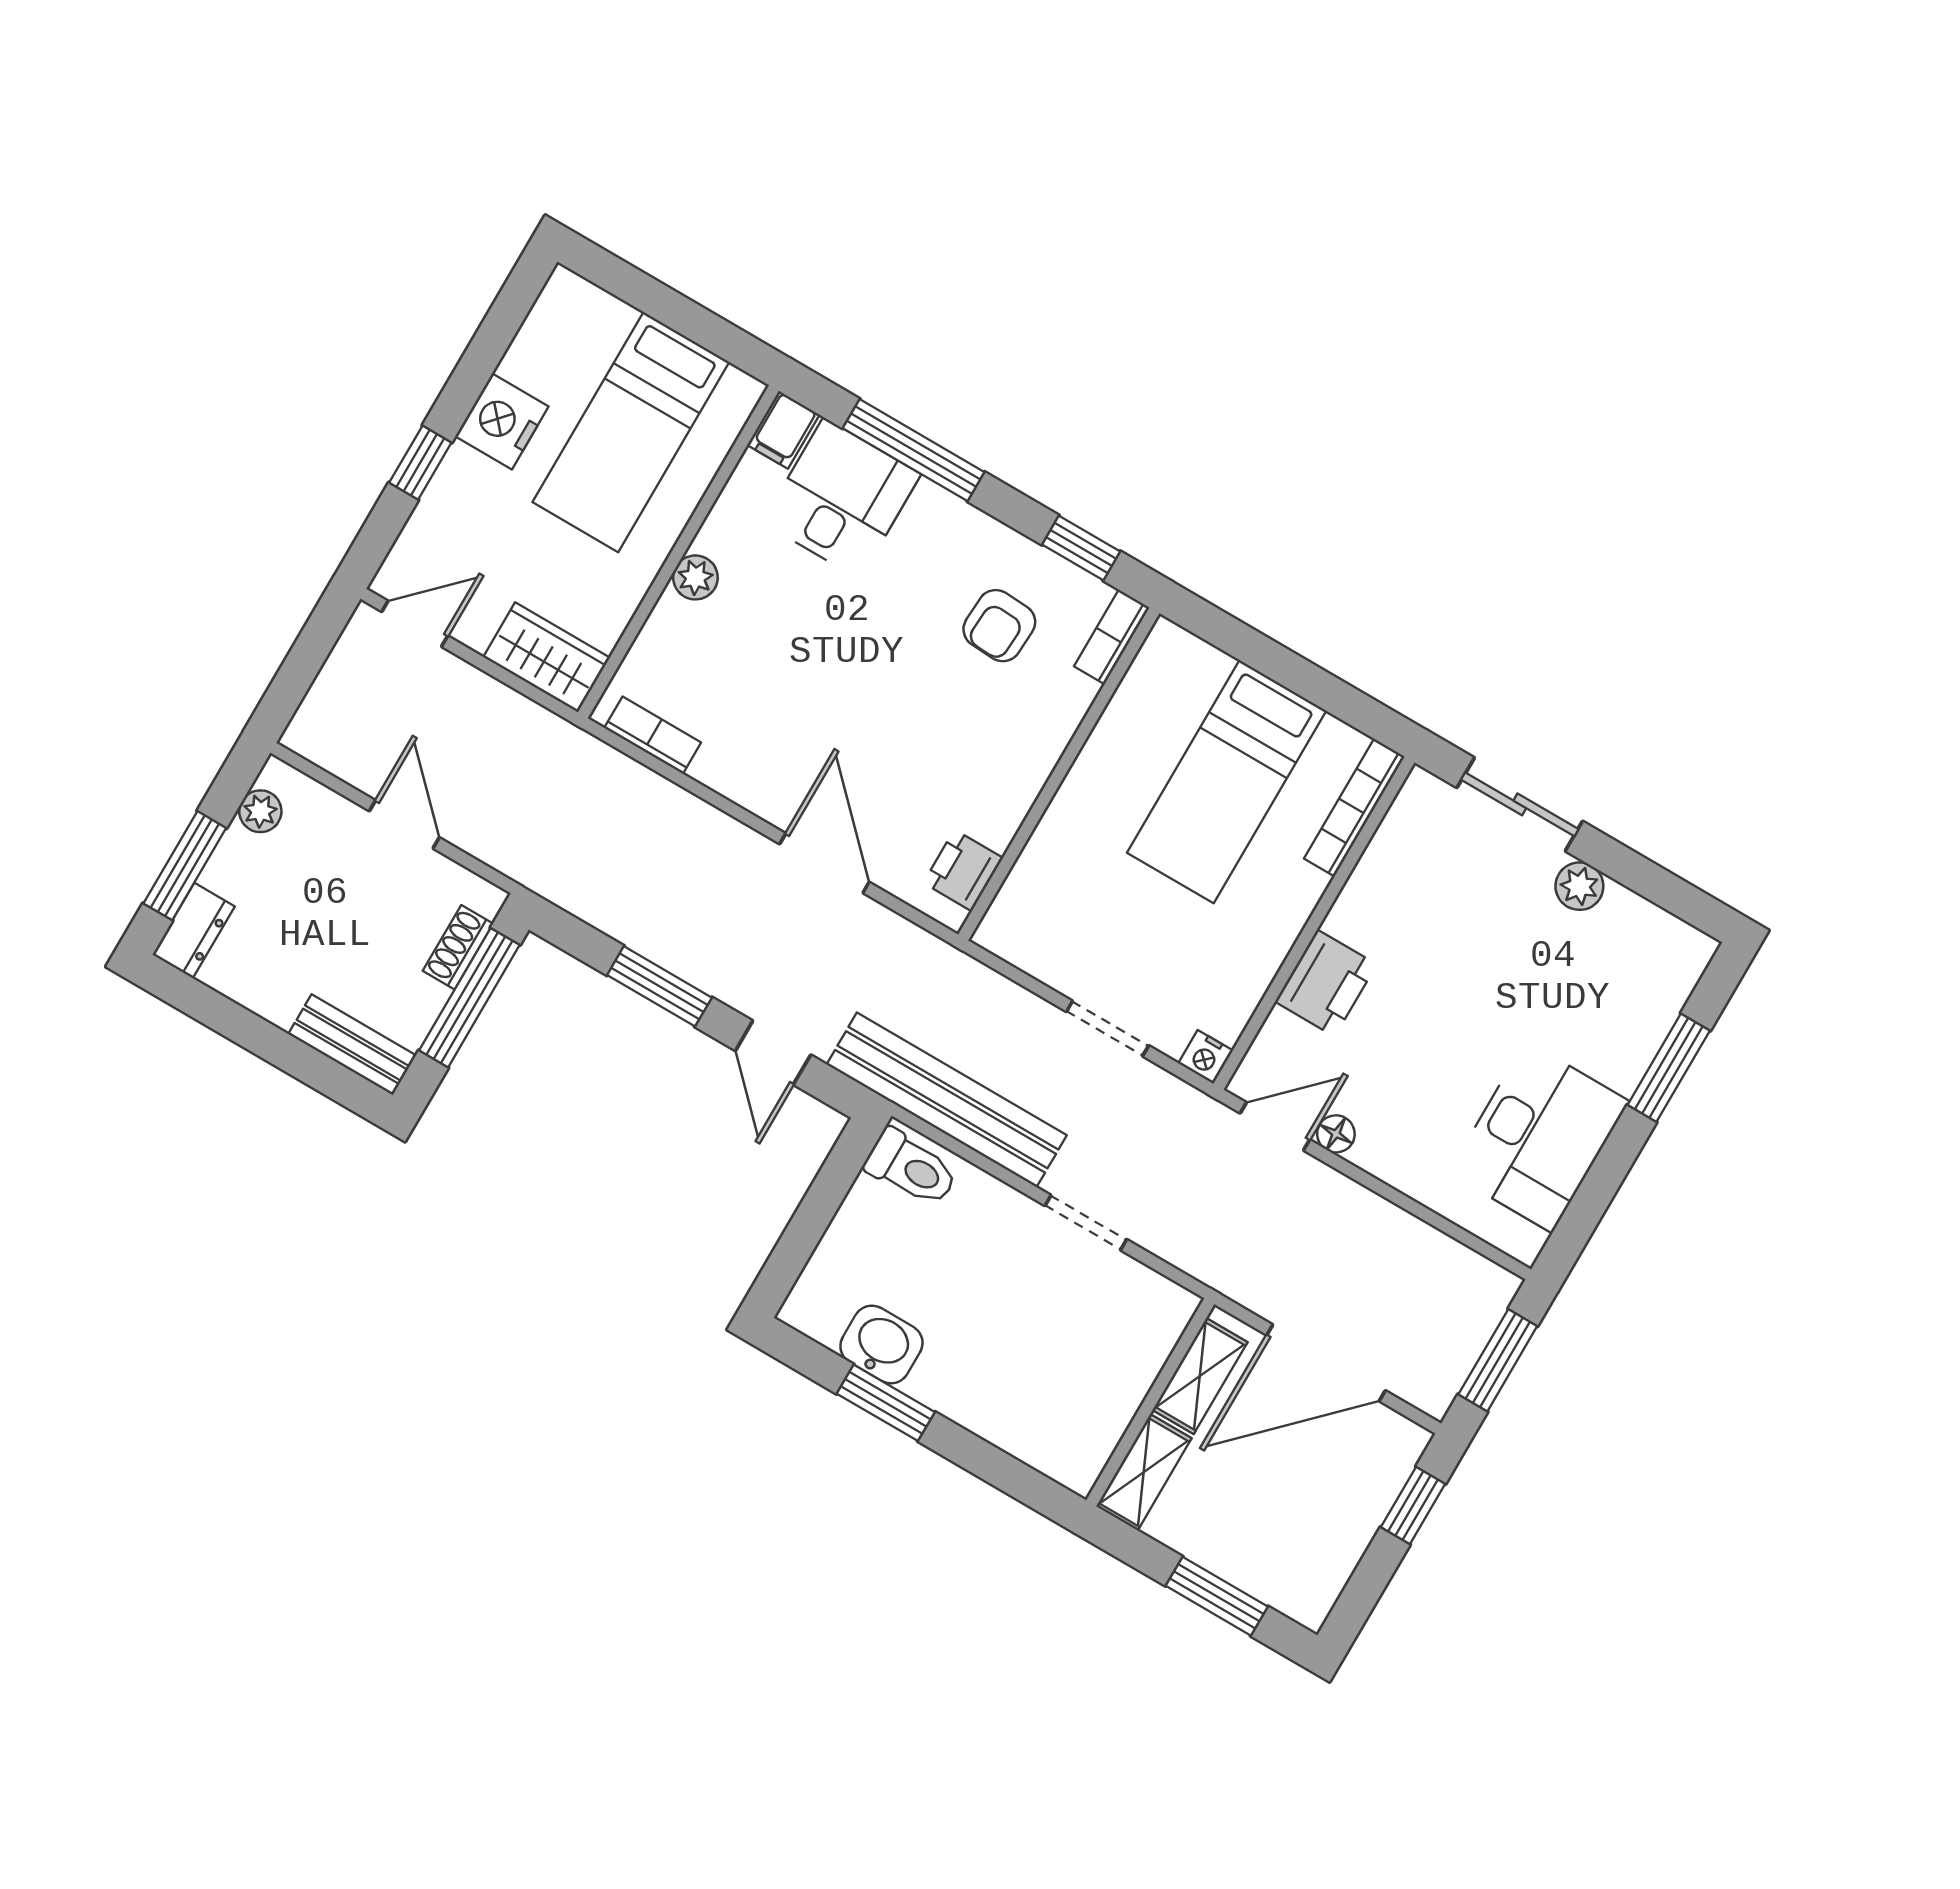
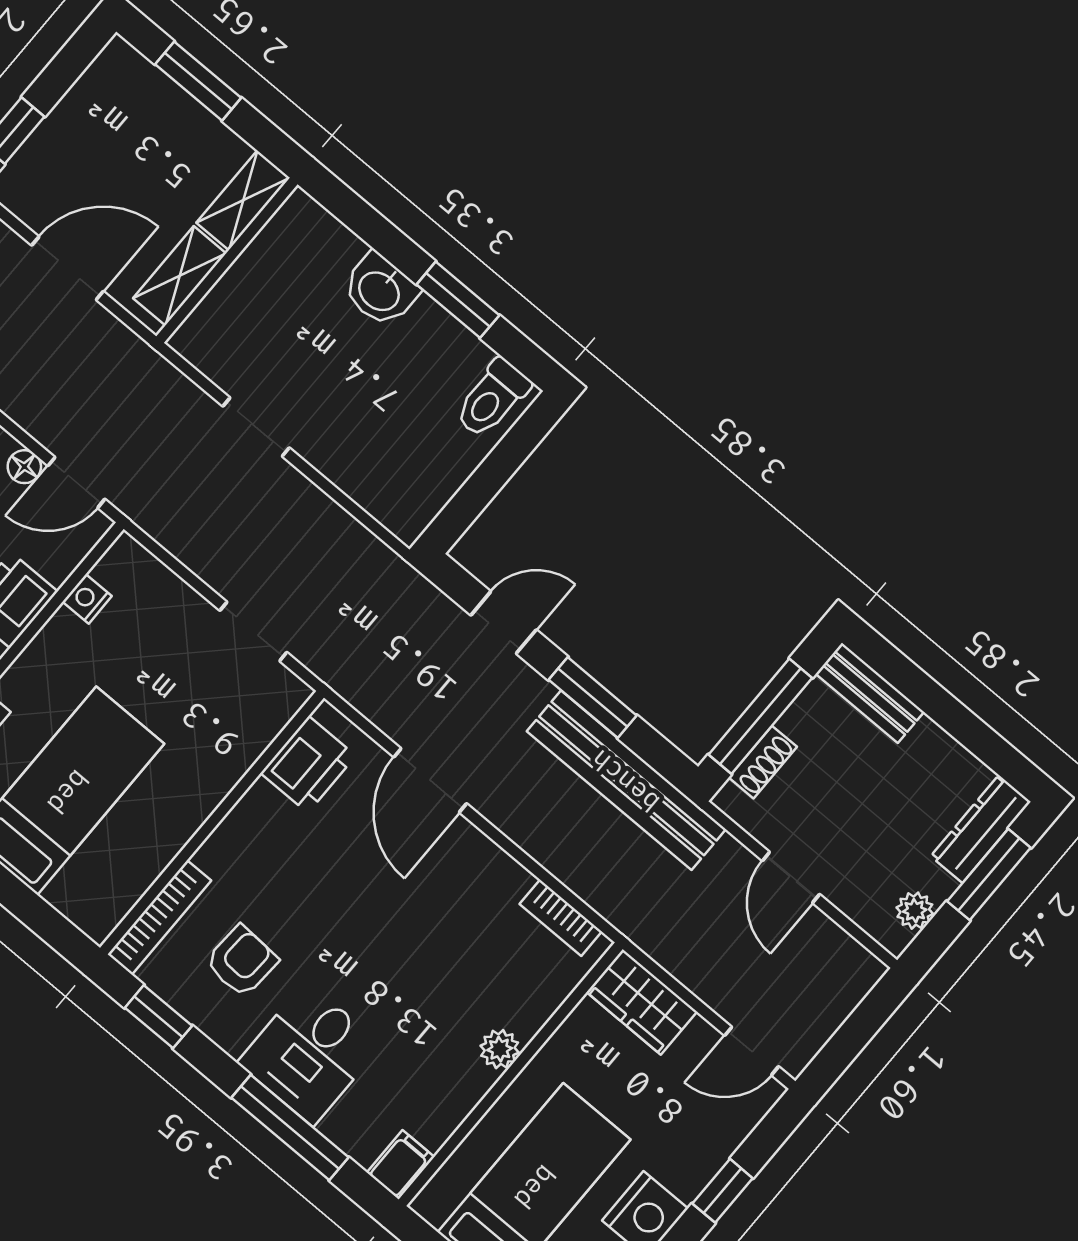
desk: (842, 498) -> (310, 1054), moved
bookcase: (1112, 637) -> (159, 917), width x1.56
printer: (963, 870) -> (308, 764), width x1.36, depth x1.24
dresser: (194, 931) -> (981, 829), width x1.44
doorway: (1108, 1029) -> (253, 631), moved
door: (773, 1053) -> (504, 622), hinge flipped
nightstand: (1206, 1057) -> (87, 599), moved, turned -90
bench: (947, 1100) -> (626, 780), moved
toilet: (911, 1168) -> (492, 398), moved, turned -90
washbasin: (881, 1345) -> (380, 290), moved
door: (1326, 1363) -> (68, 268), width x0.73

